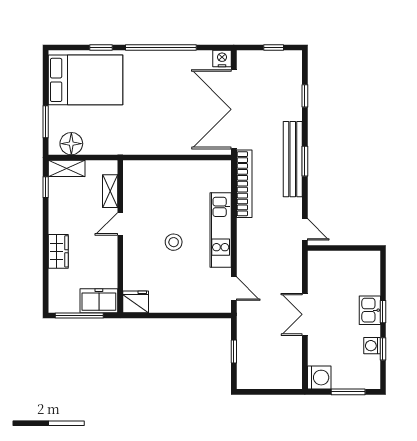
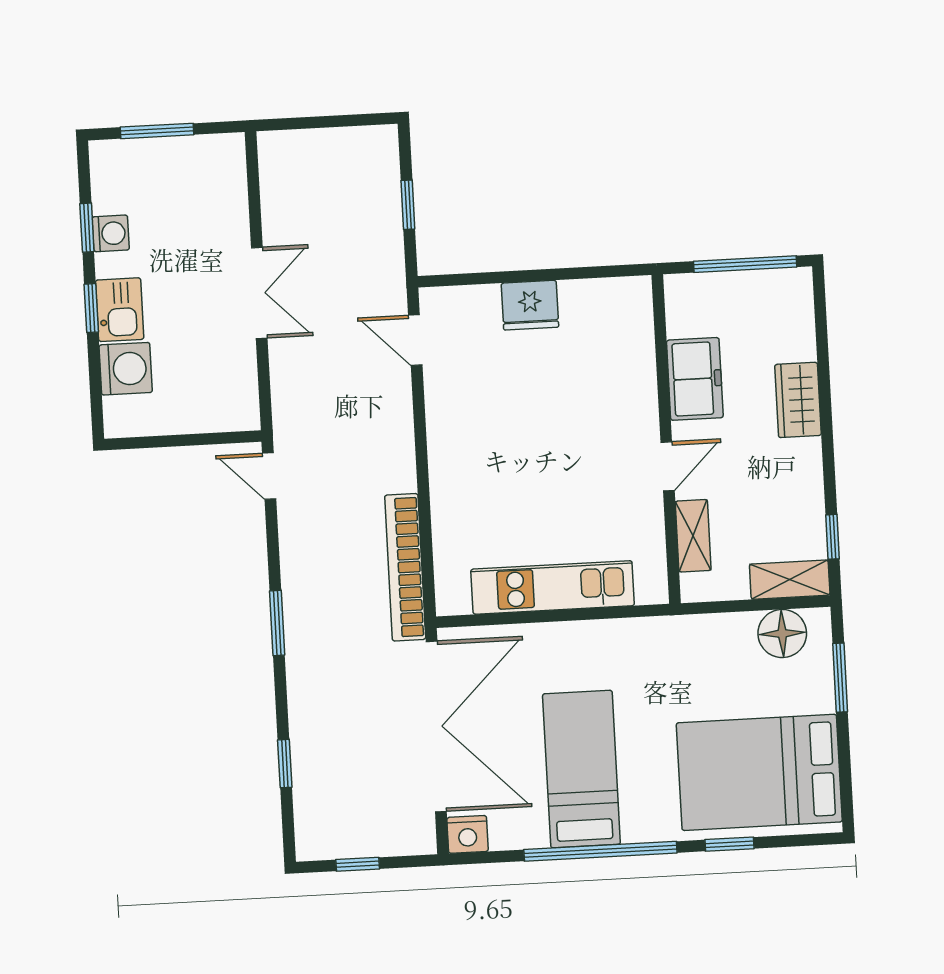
bed: (168, 86) -> (581, 769), added
bench: (293, 159) -> (303, 626), removed
kitchen unit: (221, 230) -> (553, 587), moved, turned -90
stool: (174, 242) -> (550, 433), removed
freezer: (99, 301) -> (695, 379), moved, turned -90
fridge: (136, 302) -> (530, 305), moved
washing machine: (319, 378) -> (126, 369), moved, turned 180

